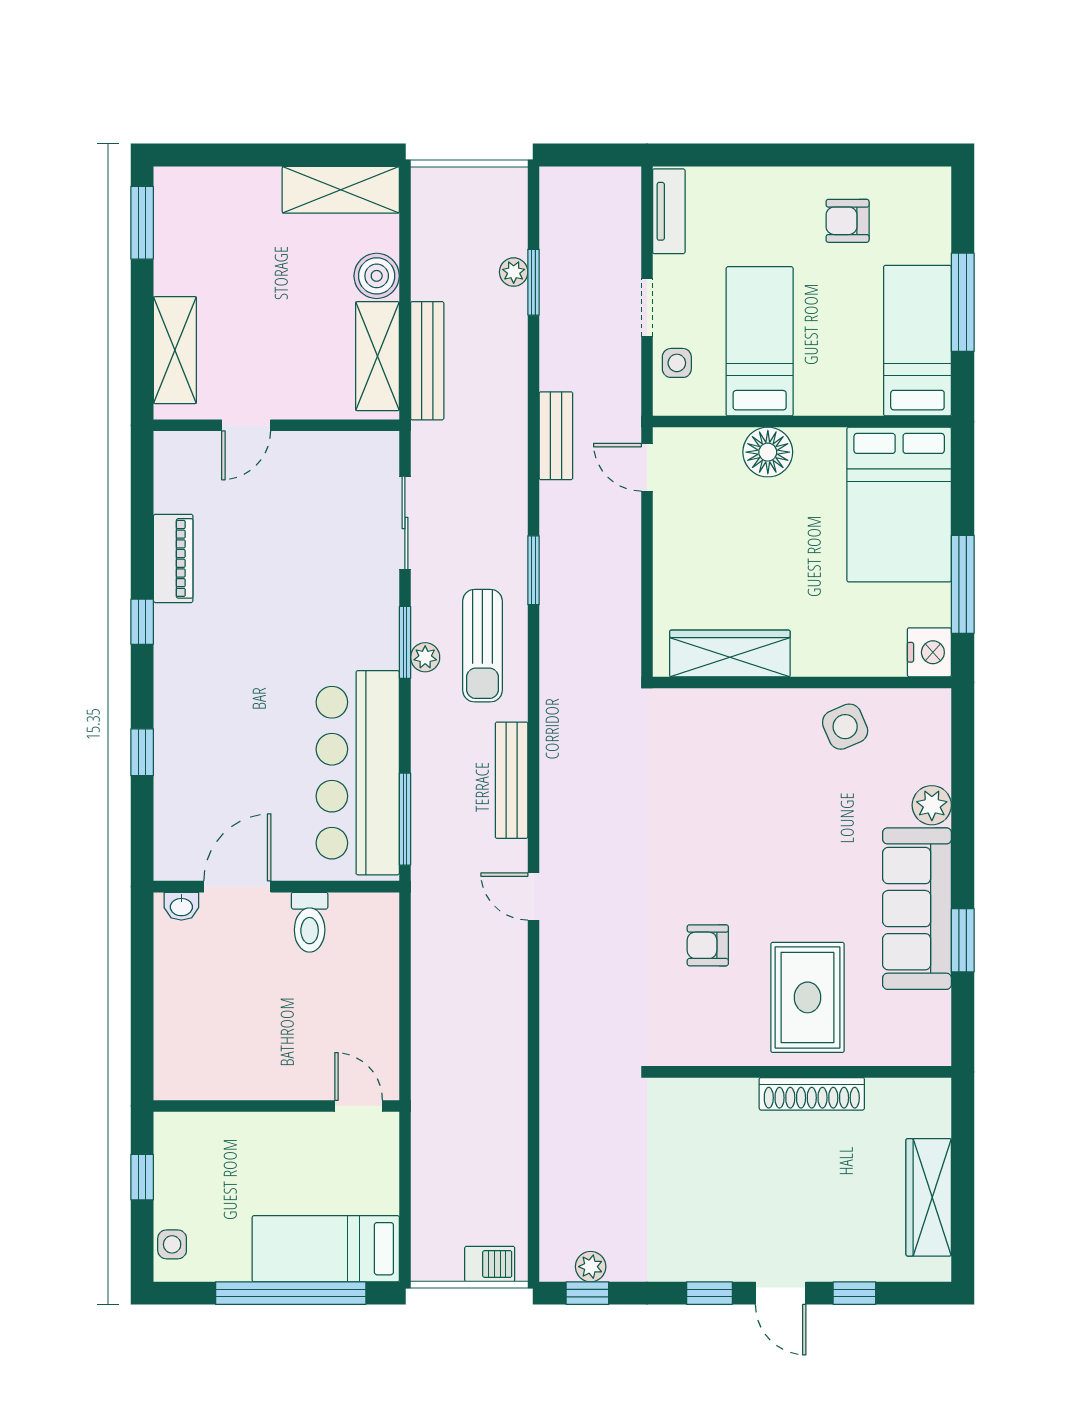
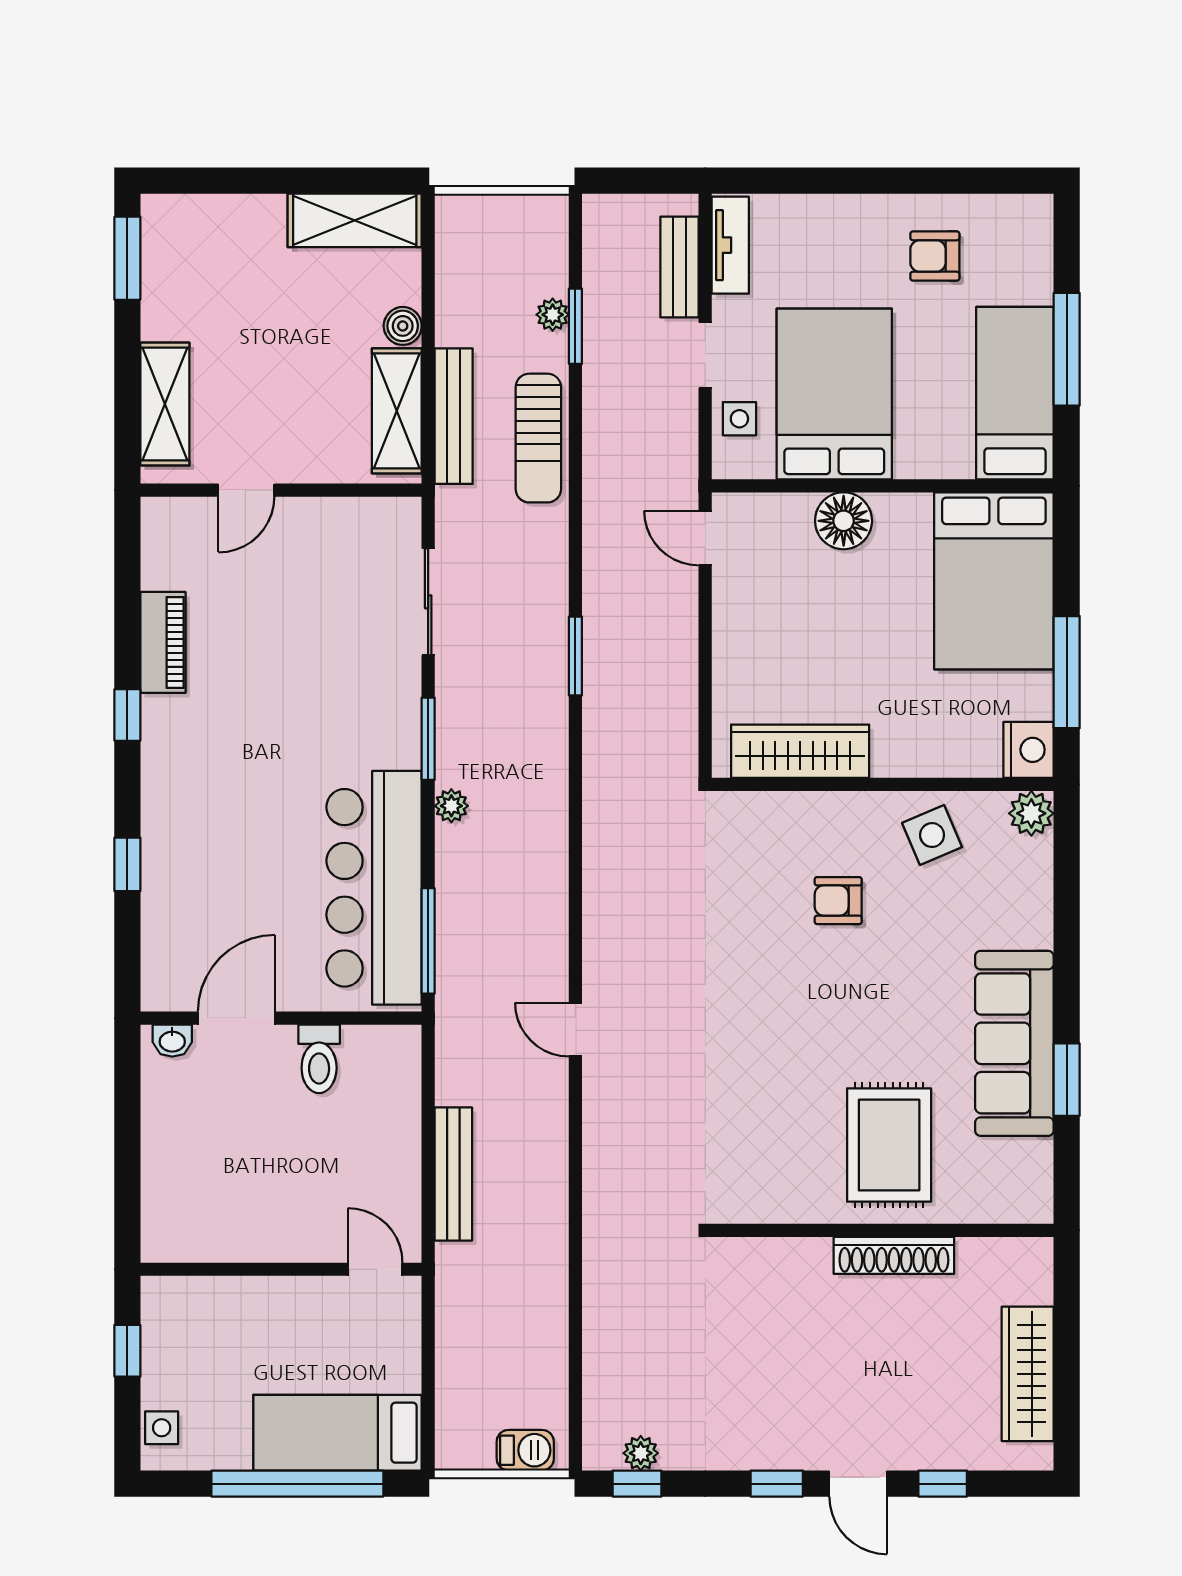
boiler: (377, 276) -> (403, 326), width x0.73, depth x0.73
bed: (760, 341) -> (834, 394), width x1.50
bench: (556, 436) -> (680, 267), moved
sun lounger: (482, 646) -> (538, 438), moved
plant: (425, 657) -> (451, 806), moved
bench: (512, 780) -> (453, 1174), moved
plant: (932, 805) -> (1031, 813), moved
armchair: (708, 945) -> (838, 901), moved

